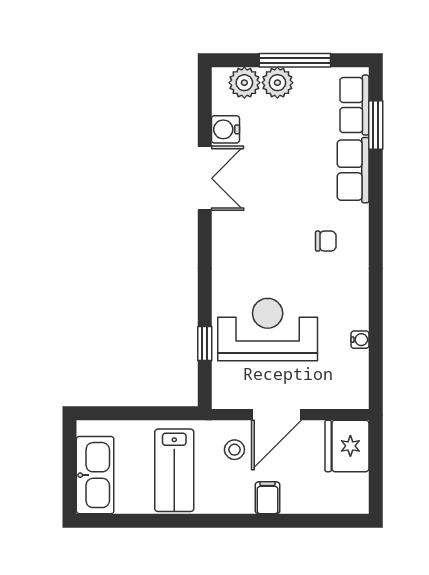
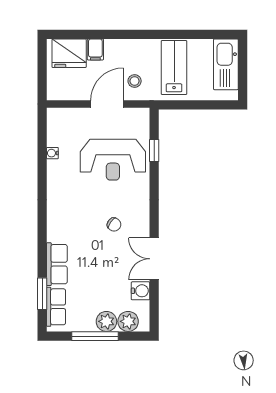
chair: (326, 241) -> (114, 225), moved, turned -144
fridge: (347, 446) -> (69, 53), moved, turned 90
filing cabinet: (268, 498) -> (95, 49), moved

